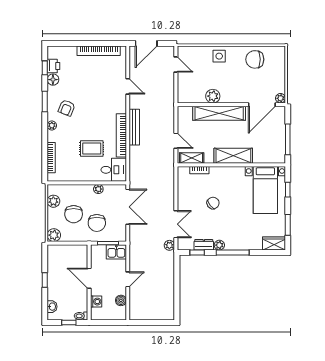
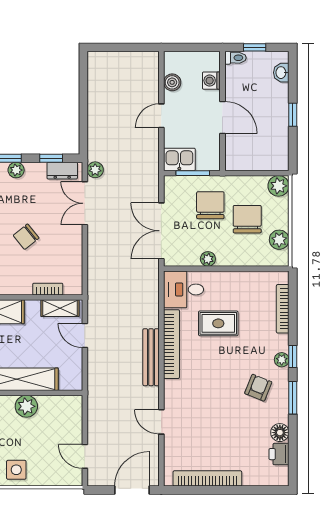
window: (45, 68) -> (293, 357), moved
dresser: (204, 245) -> (62, 171), moved

